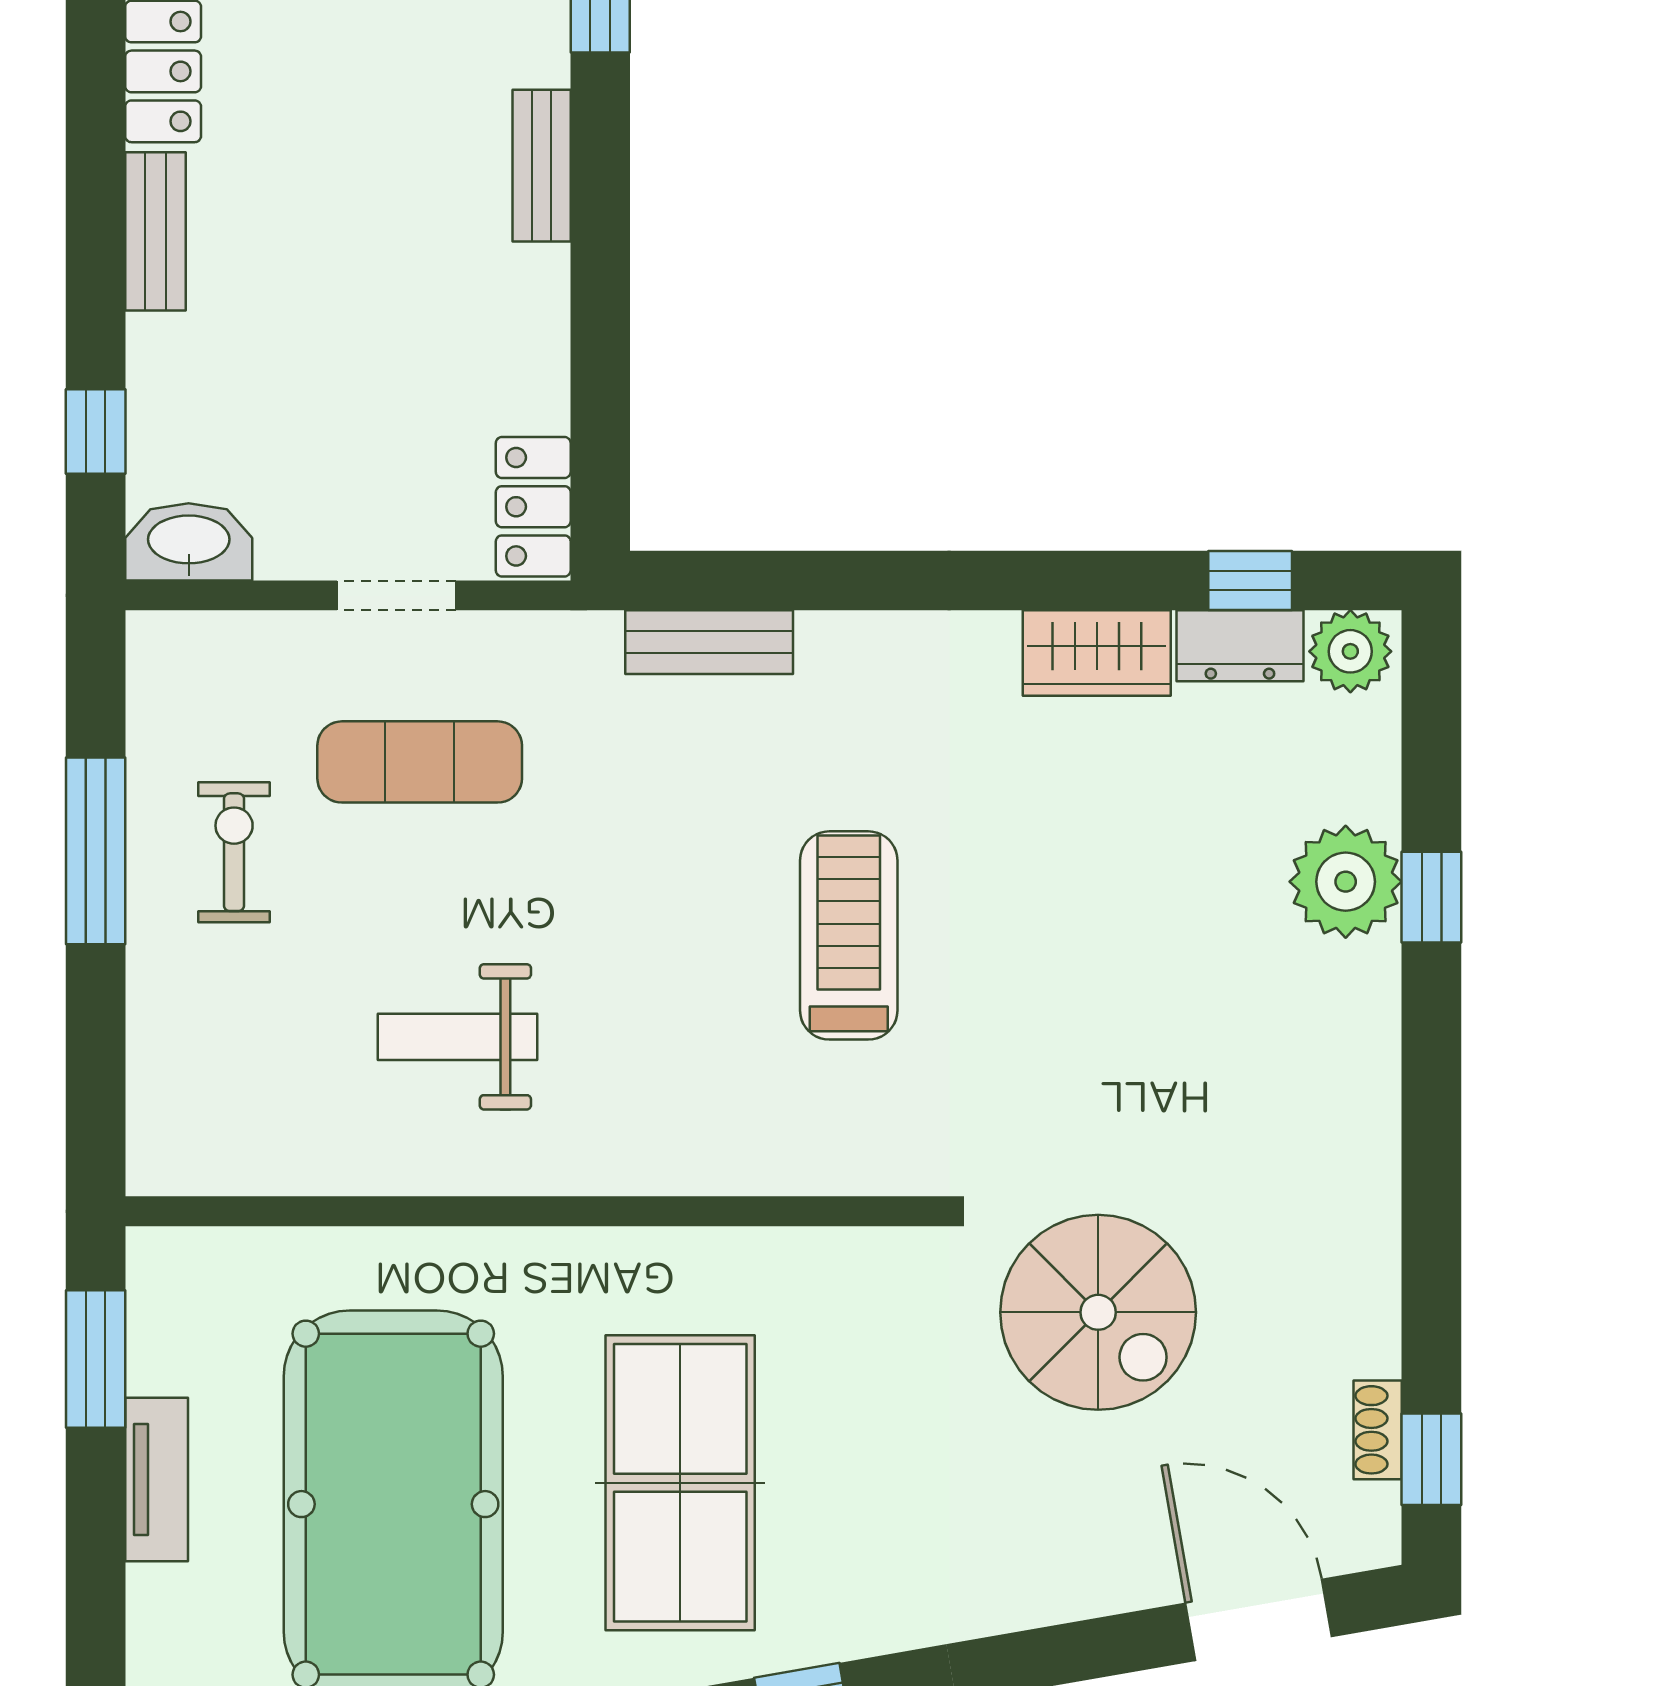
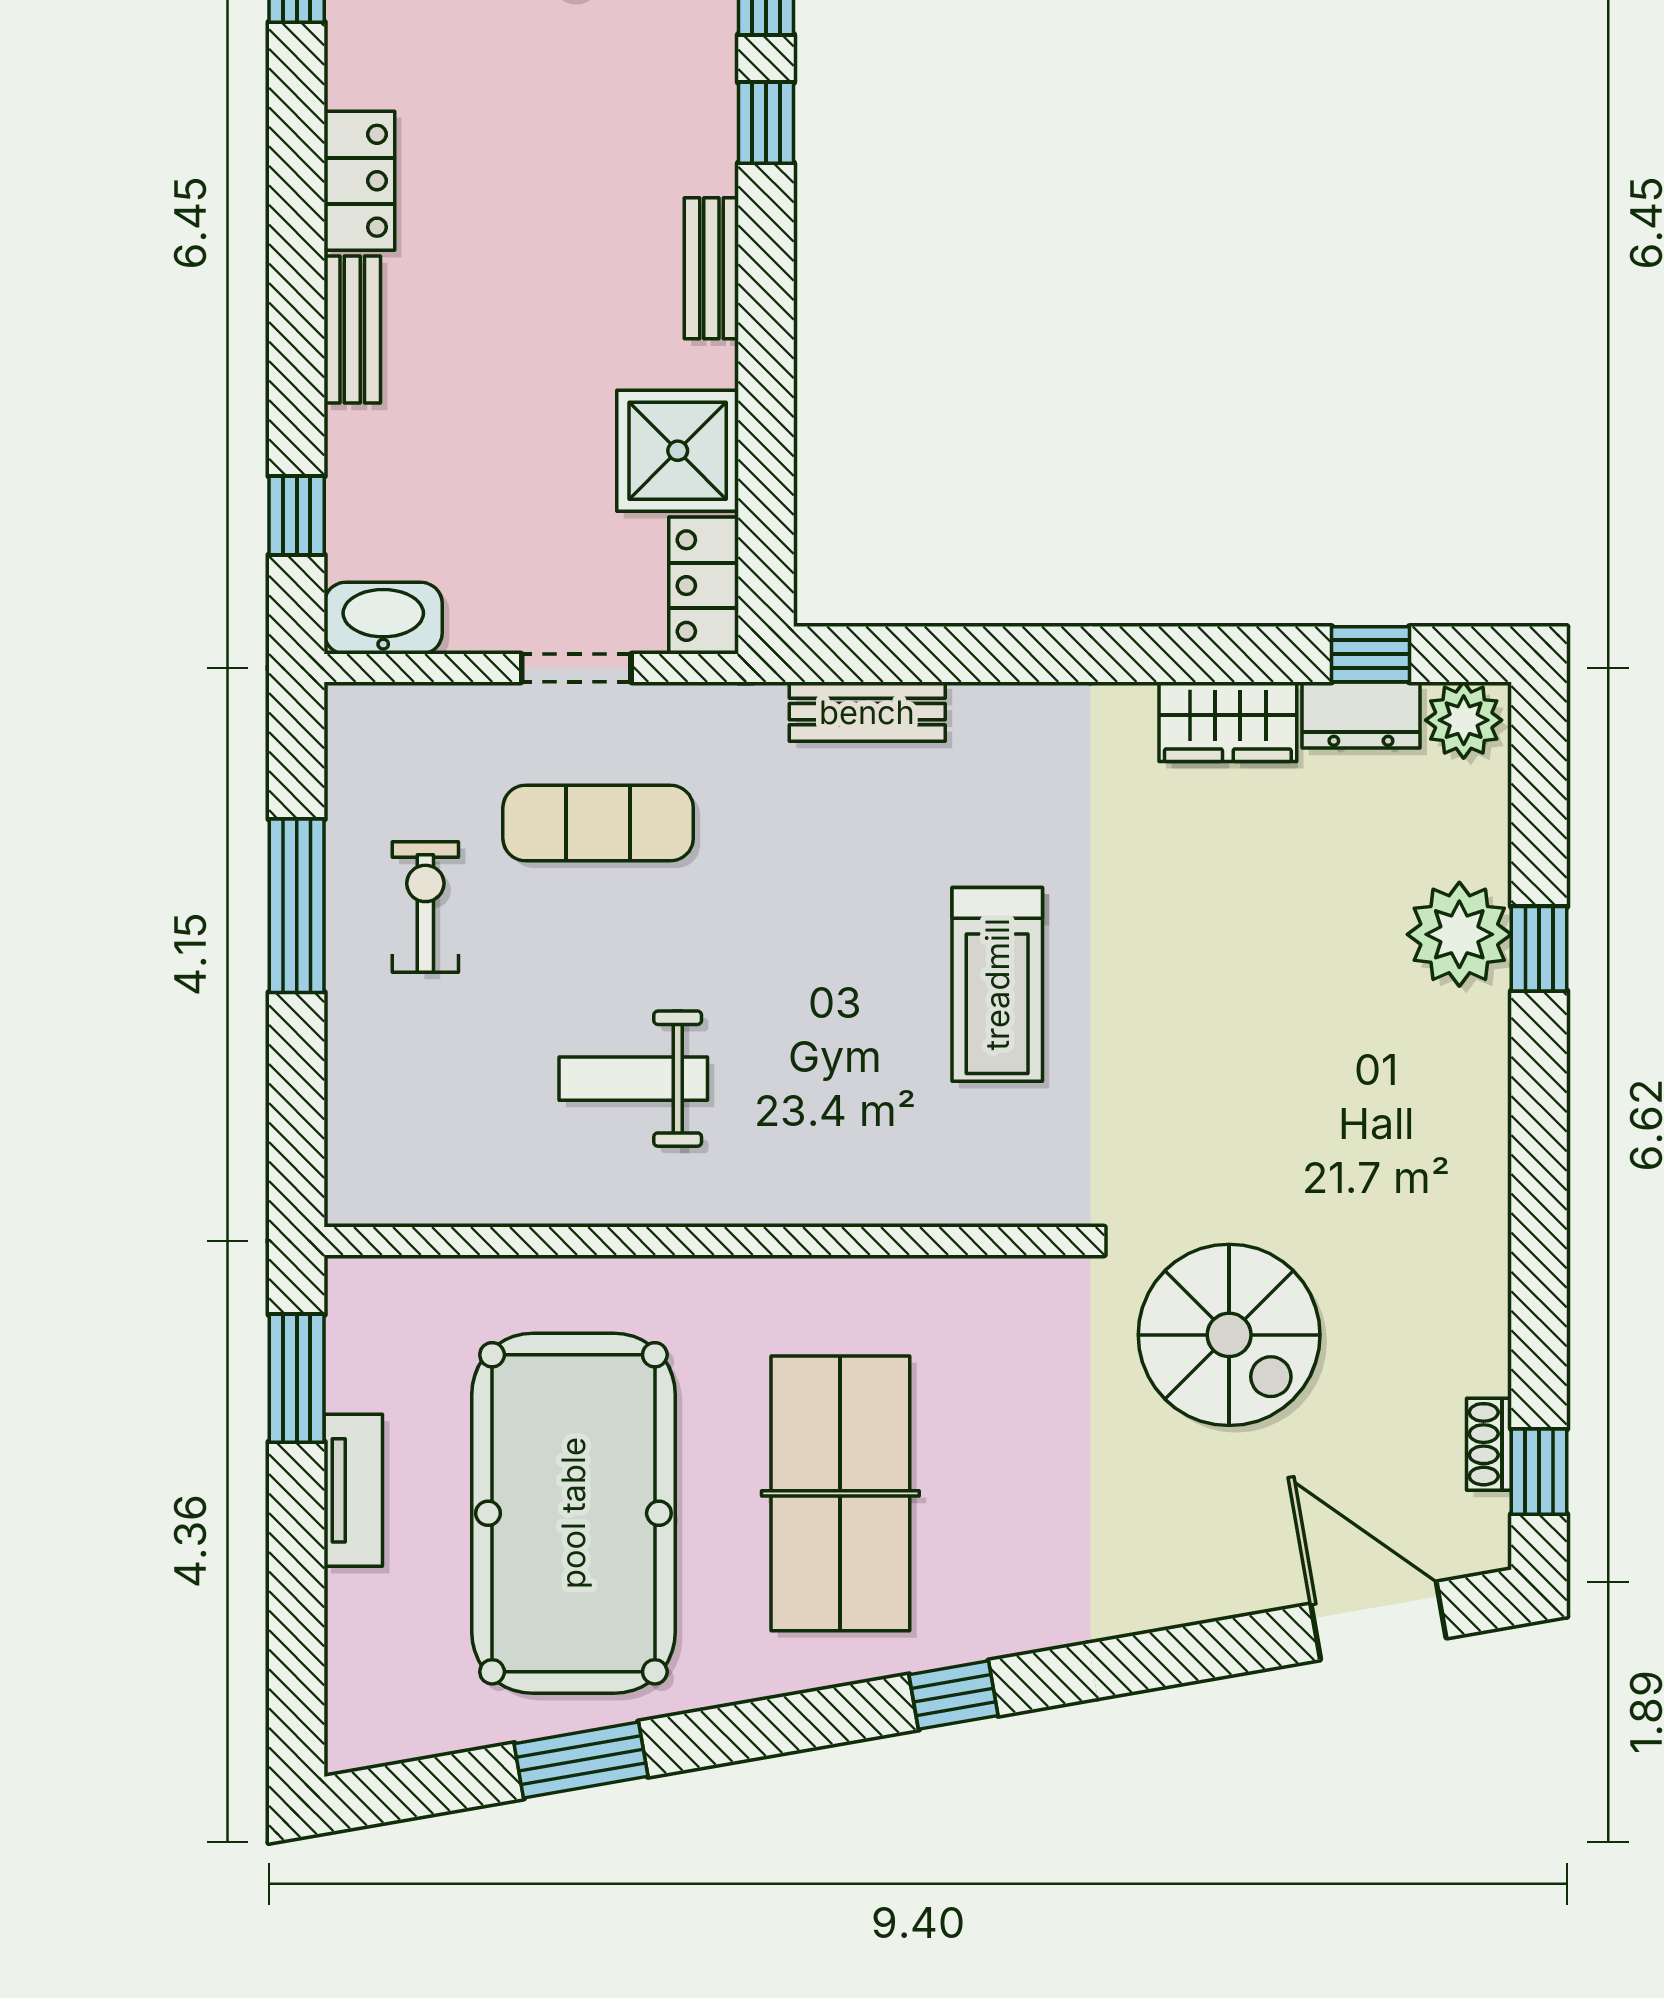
shower: (505, 362) -> (678, 451), added
treadmill: (849, 935) -> (997, 984), turned 180

